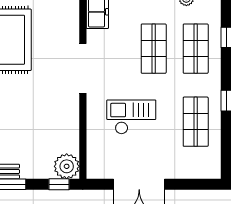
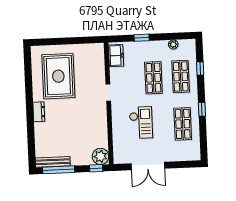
doorway: (83, 68) -> (108, 93), width x0.53
checkout: (131, 117) -> (141, 123), turned 90

